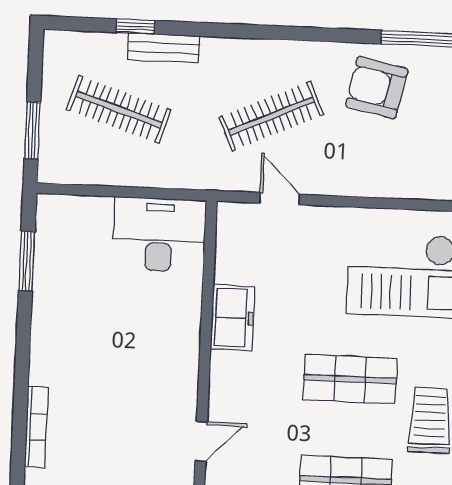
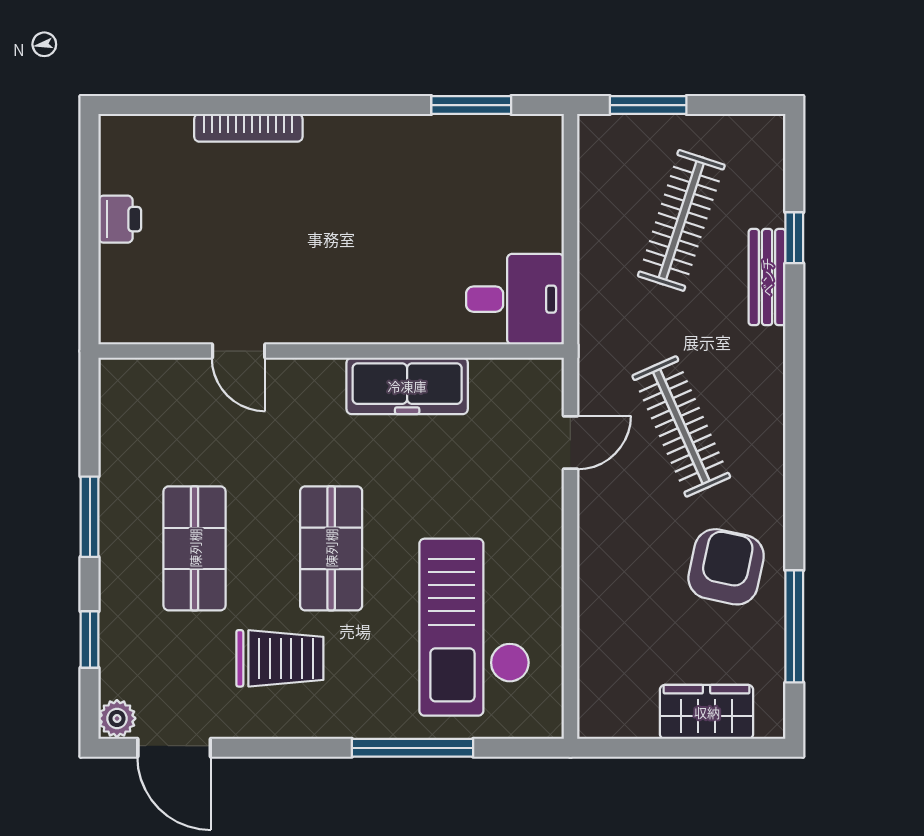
desk: (159, 235) -> (515, 299), width x0.73
freezer: (232, 318) -> (407, 386), width x1.40

